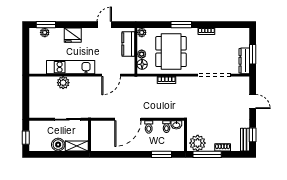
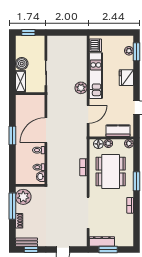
dining table: (171, 52) -> (111, 172), turned 90
dishwasher: (39, 68) -> (95, 45), added
door: (111, 75) -> (88, 114), swing flipped
plant: (63, 83) -> (81, 88), moved
door: (128, 119) -> (46, 130), hinge flipped
window: (162, 154) -> (12, 135), moved

